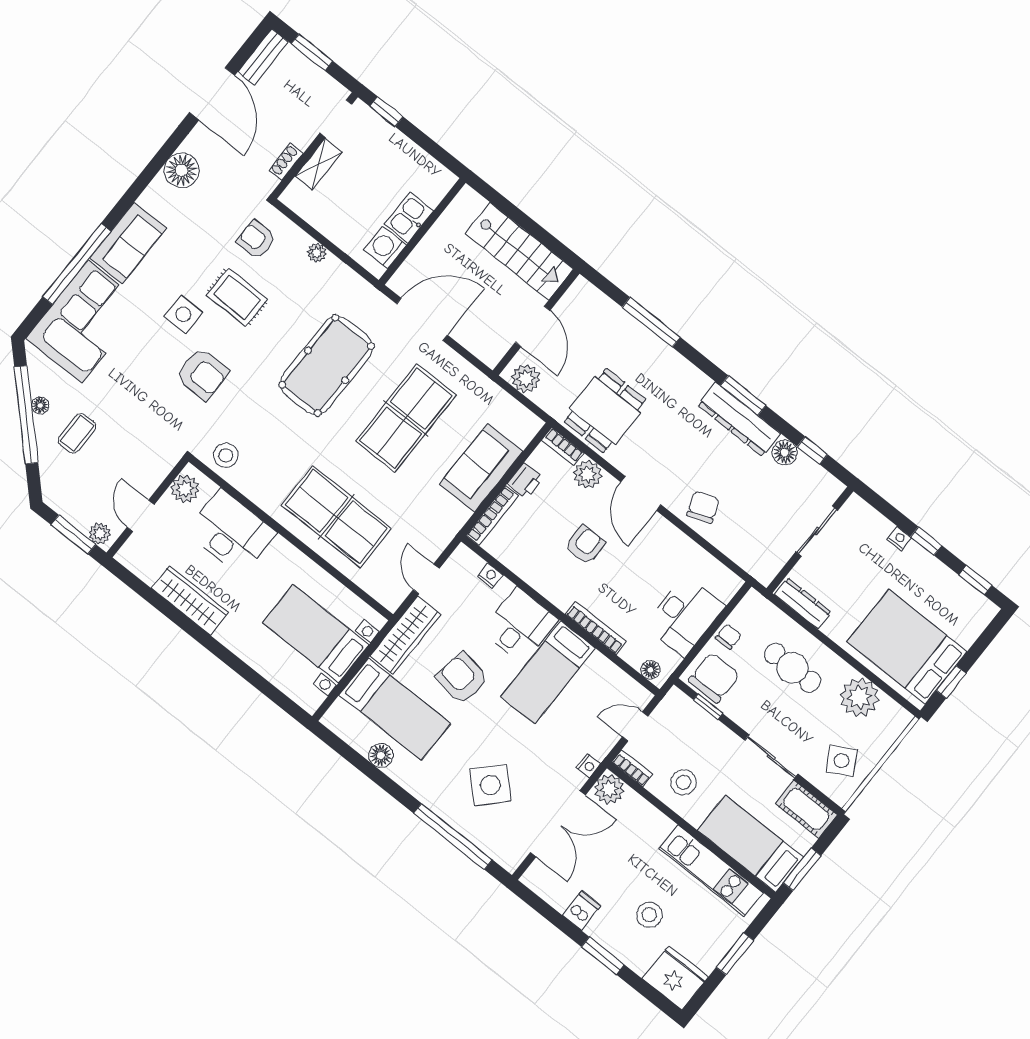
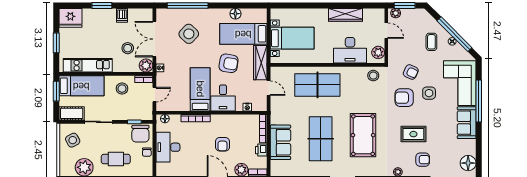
side table: (183, 314) -> (429, 93), moved
armchair: (155, 409) -> (411, 72), added
stool: (649, 915) -> (128, 48), moved

